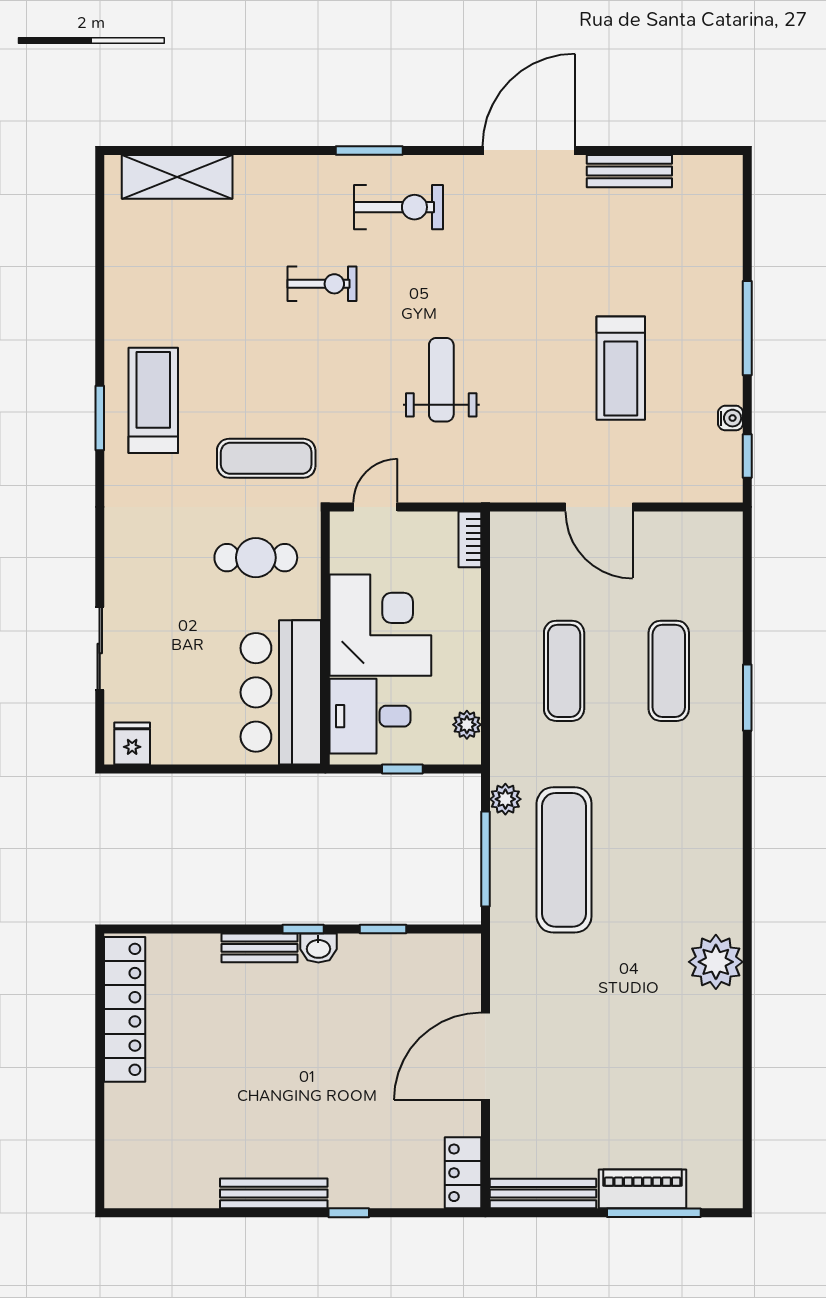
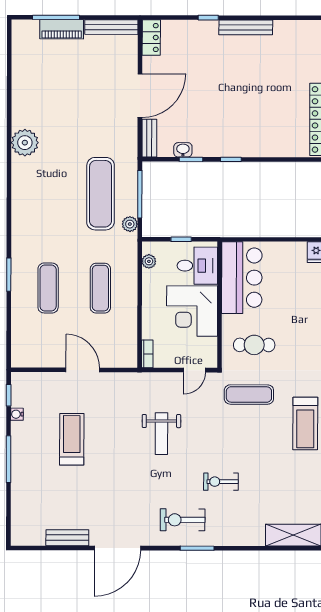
bench: (259, 948) -> (149, 138), moved, turned 90
washbasin: (318, 948) -> (183, 150), moved

